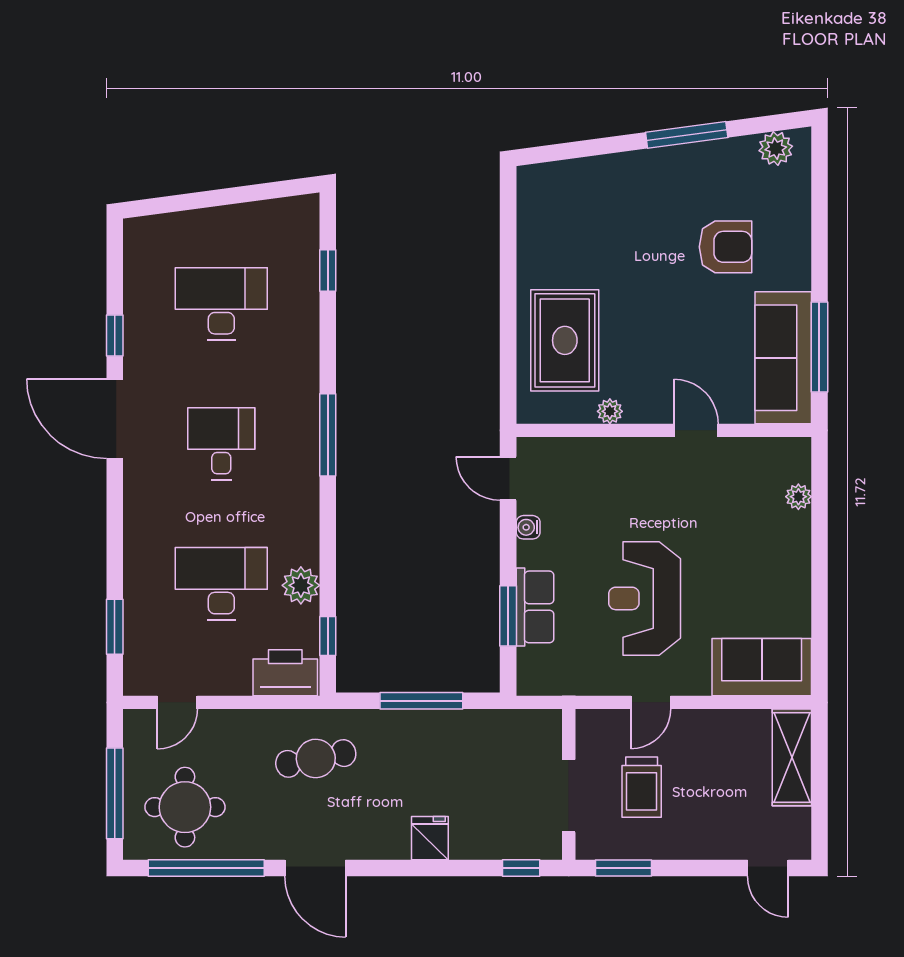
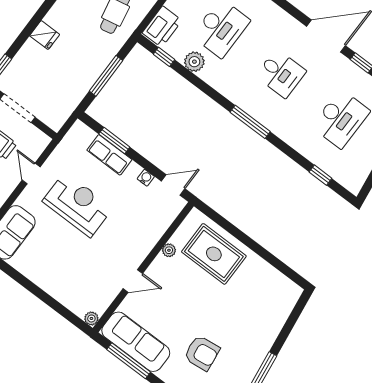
armchair: (726, 247) -> (202, 353), turned -97
plant: (798, 497) -> (91, 318), moved

